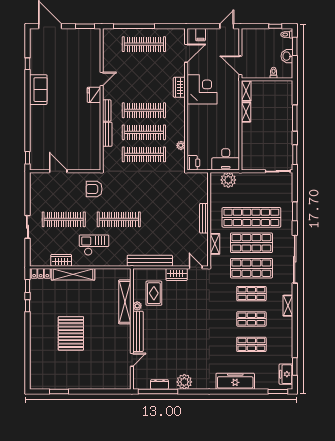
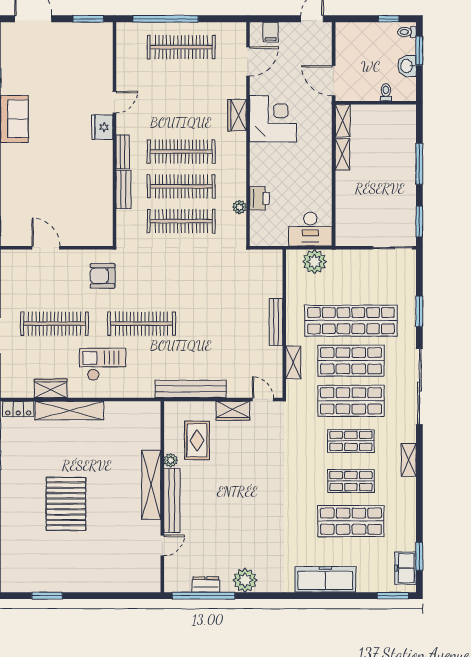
printer: (193, 163) -> (259, 198), moved
shelving: (125, 302) -> (151, 485), moved
shop shelf: (251, 344) -> (351, 521), width x1.43, depth x1.36

